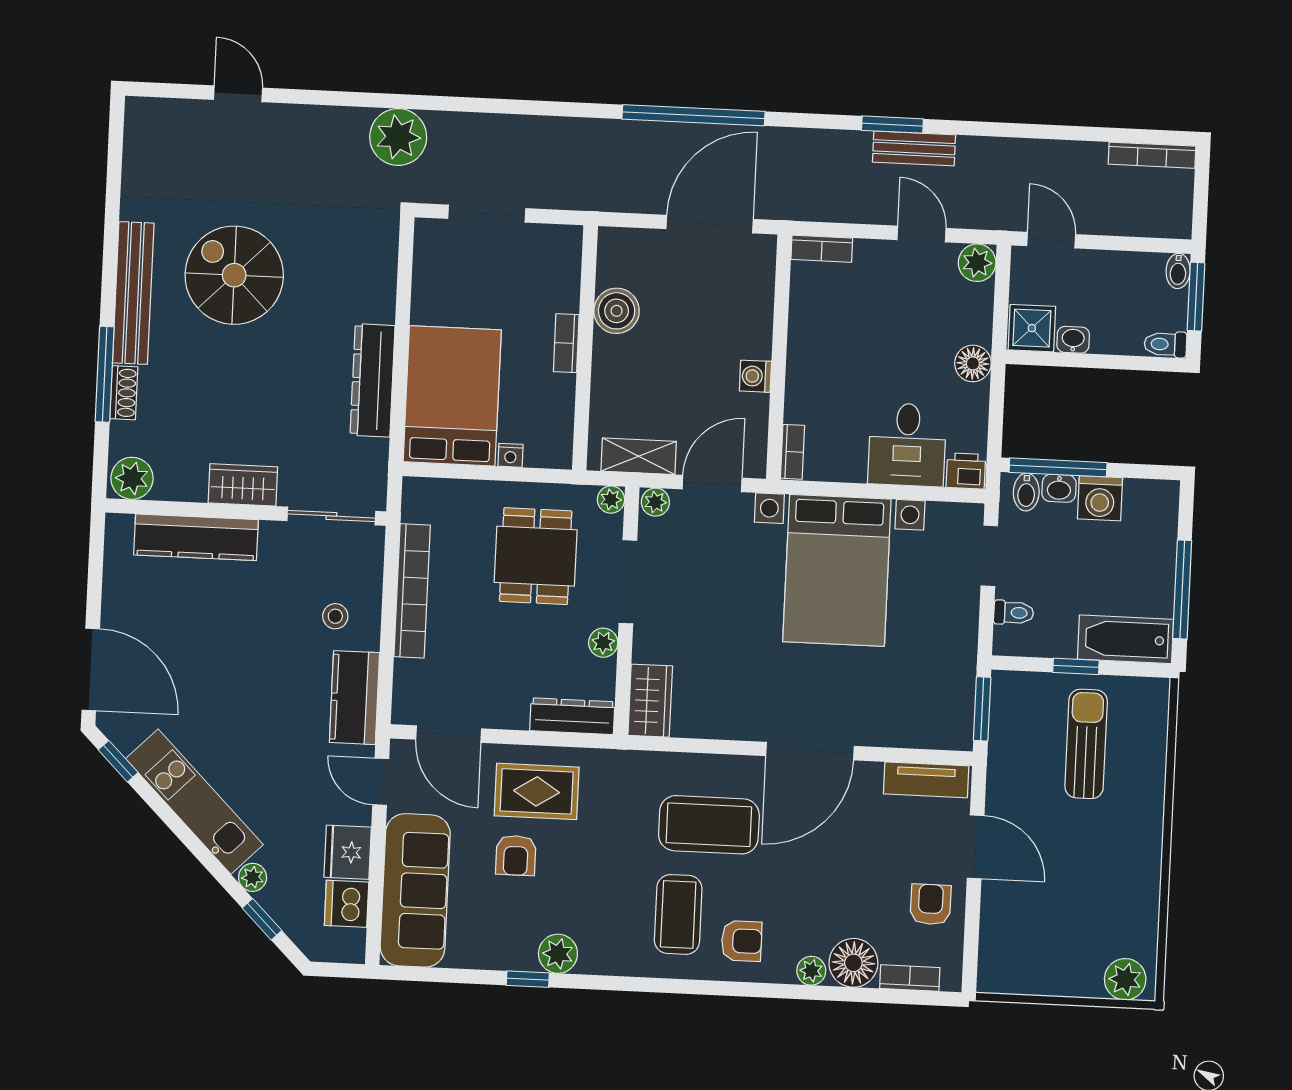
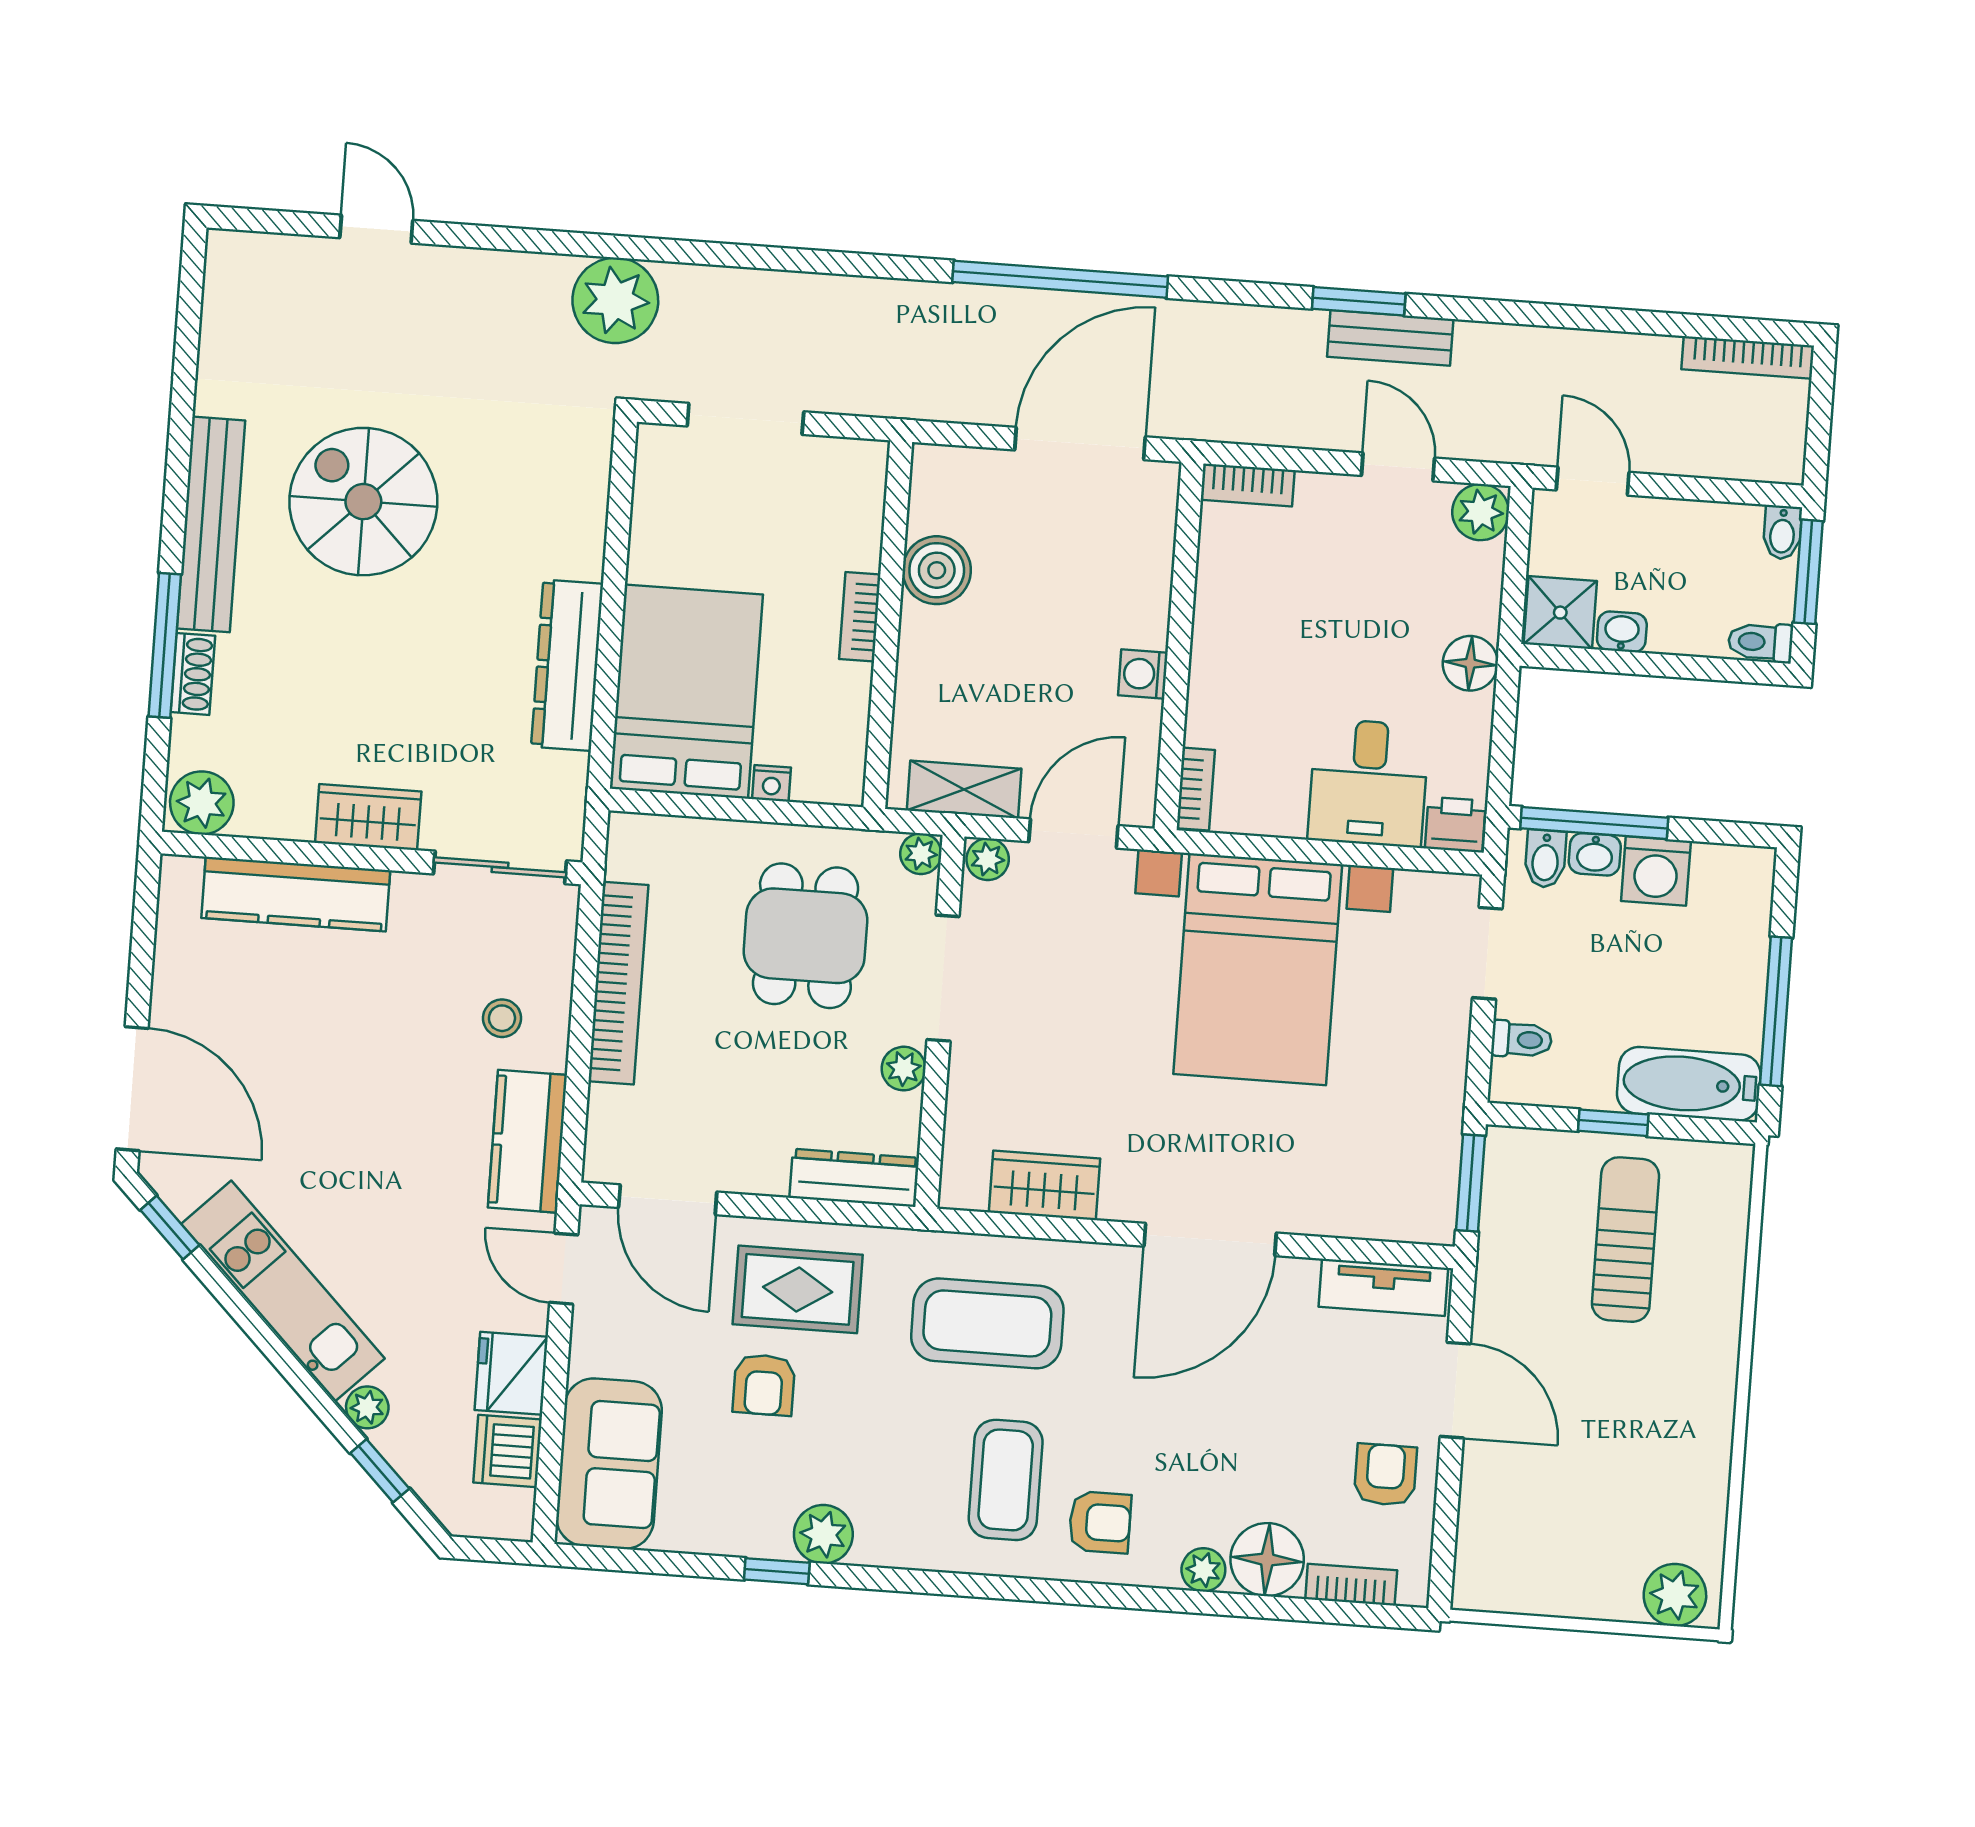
wardrobe: (650, 701) -> (1044, 1185), moved, turned -90
coffee table: (709, 825) -> (987, 1323), moved
sofa: (415, 890) -> (609, 1464), width x0.73

